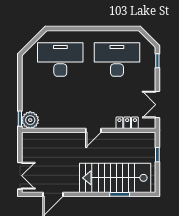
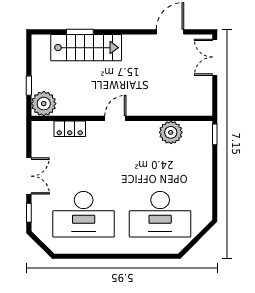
double door: (157, 105) -> (29, 176), moved
plant: (30, 120) -> (171, 132), moved
plant: (146, 141) -> (44, 104), added
stairs: (115, 178) -> (86, 48), width x0.73, depth x0.66

